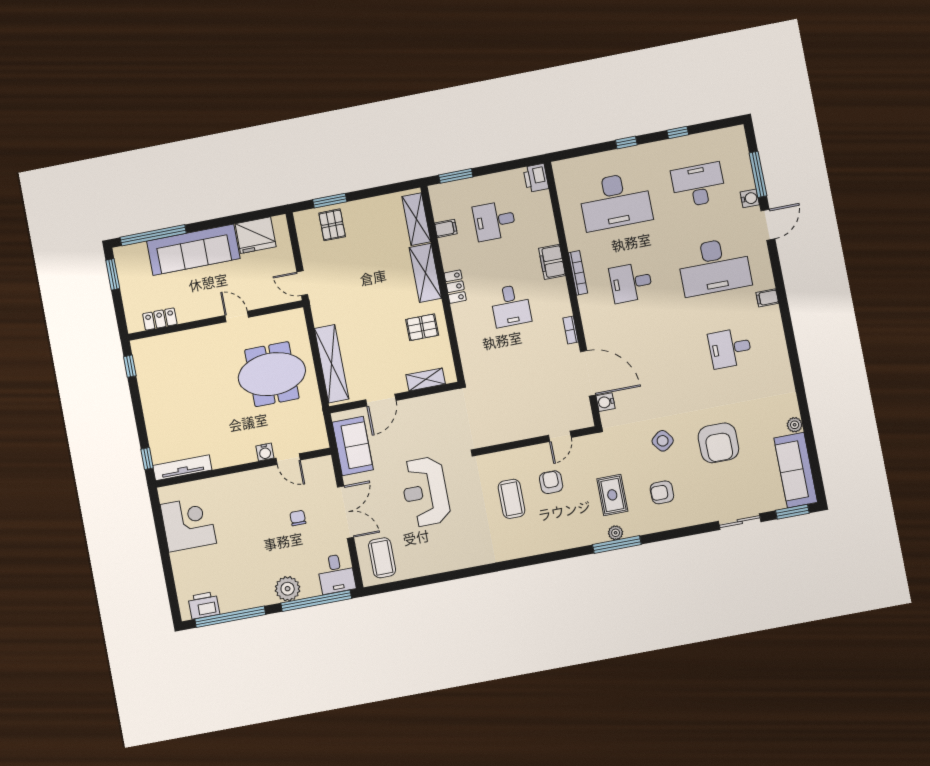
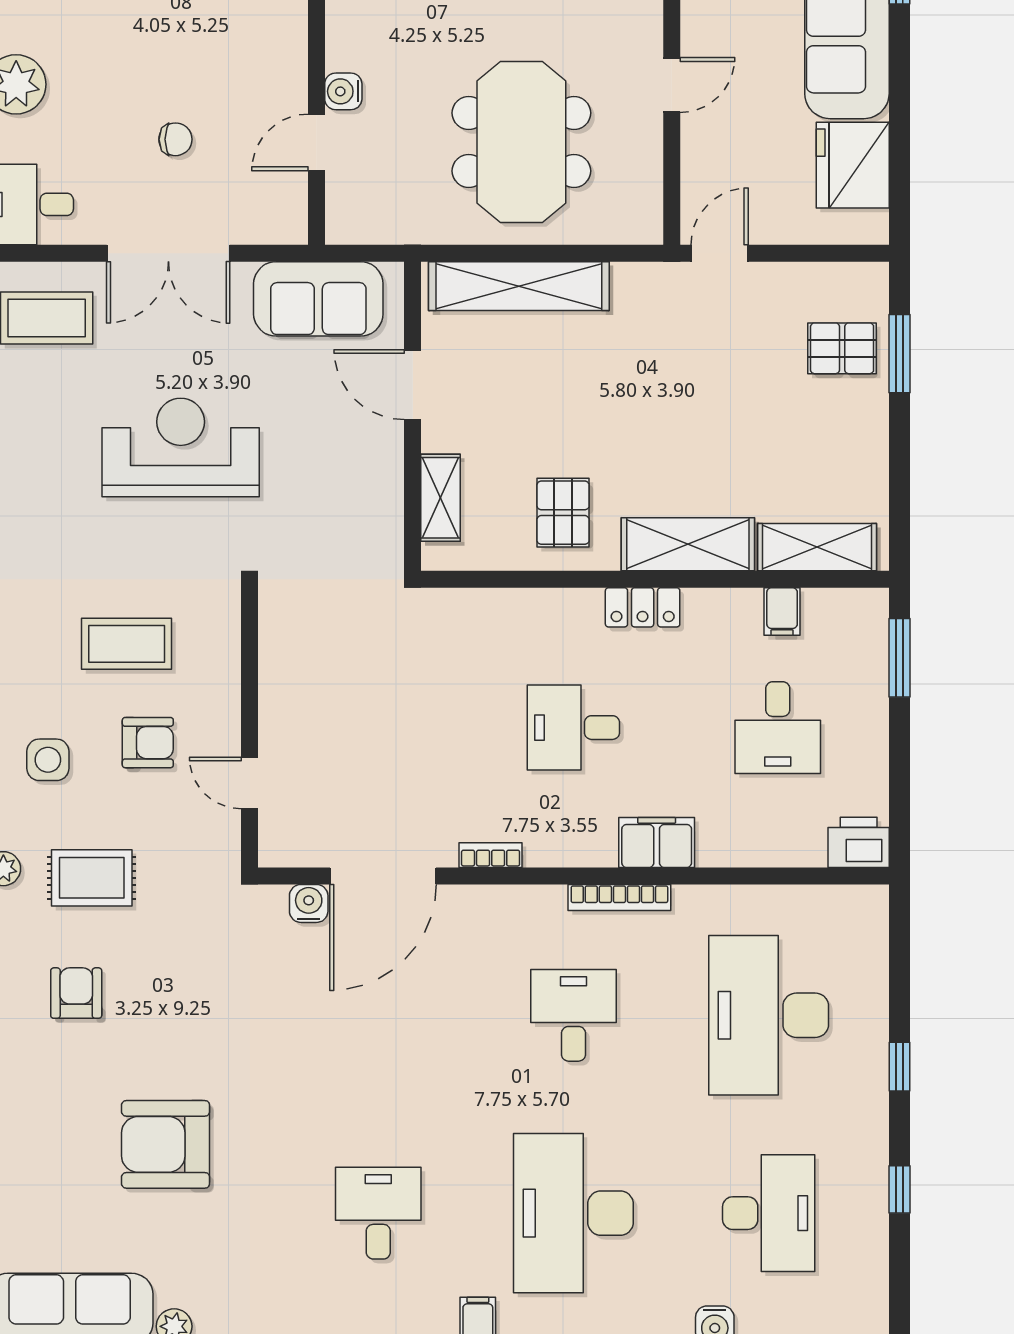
desk: (494, 221) -> (778, 728), turned 180
side table: (663, 441) -> (48, 760), moved, turned 38

